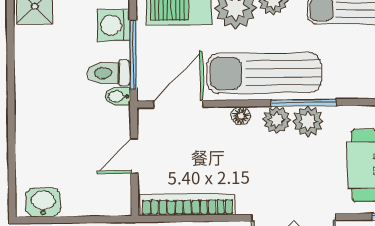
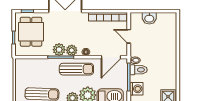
sun lounger: (264, 73) -> (76, 69), width x0.73, depth x0.75
door: (134, 156) -> (129, 36), swing flipped
washbasin: (43, 202) -> (149, 18), moved

